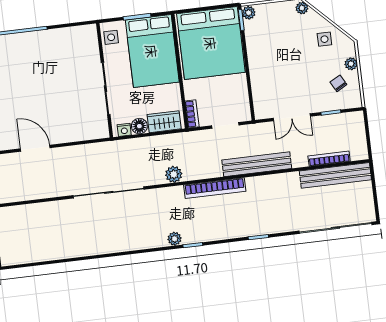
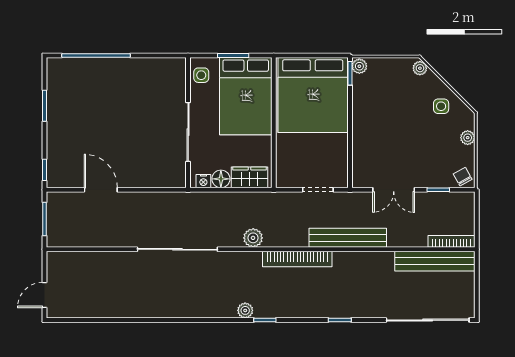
chair: (338, 83) -> (463, 177), moved
bookcase: (192, 114) -> (282, 172), removed
bookcase: (329, 159) -> (451, 241), moved

